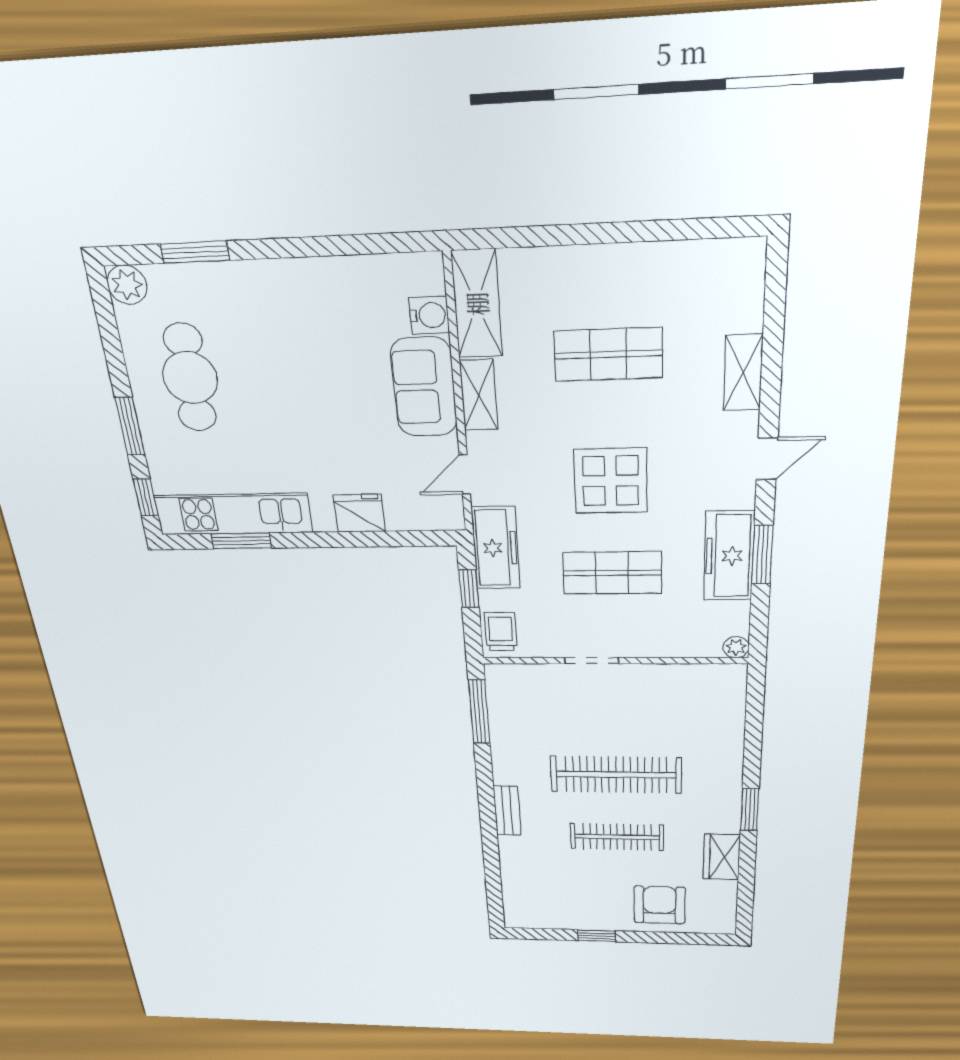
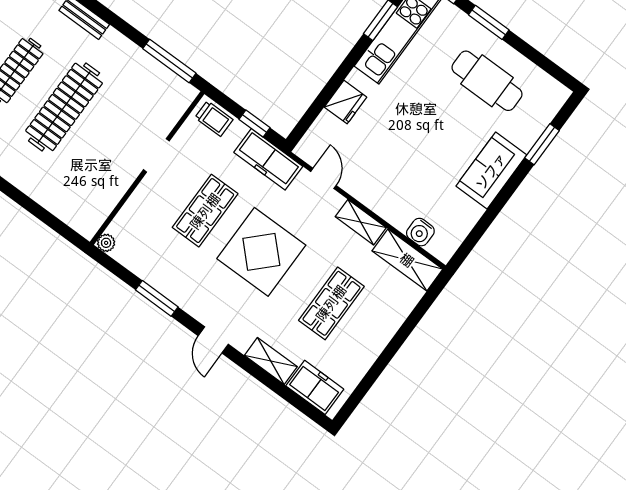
plant: (127, 285) -> (555, 94), removed
sofa: (424, 387) -> (491, 171), moved, turned -90
display table: (611, 481) -> (261, 252), width x1.36, depth x1.36
freezer: (729, 556) -> (315, 387), moved, width x0.71

